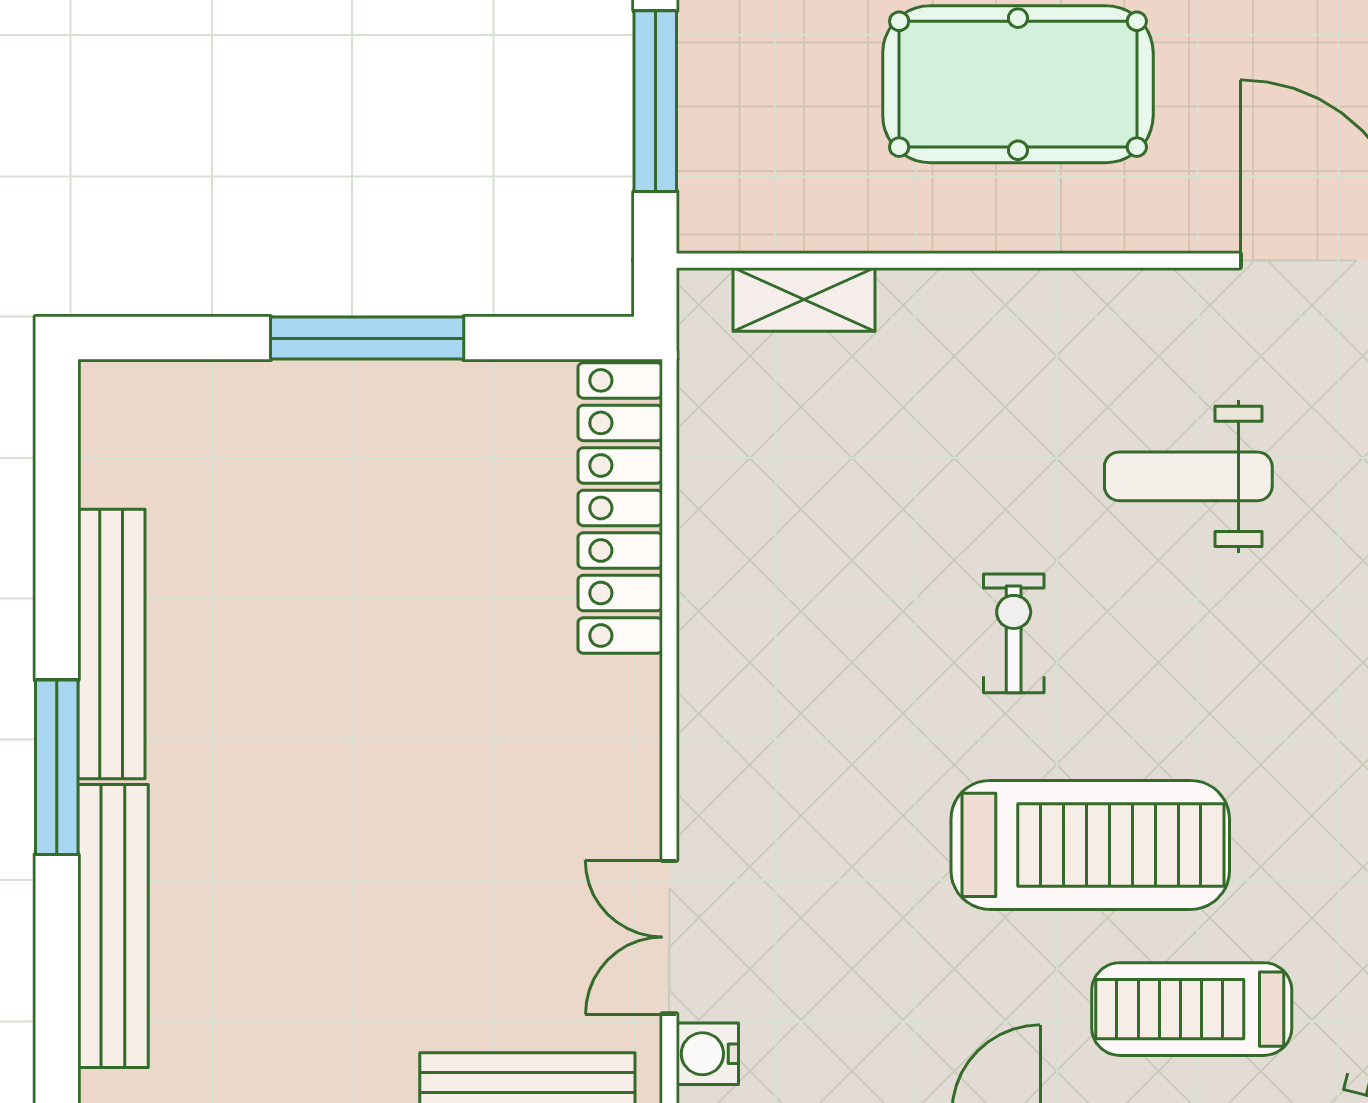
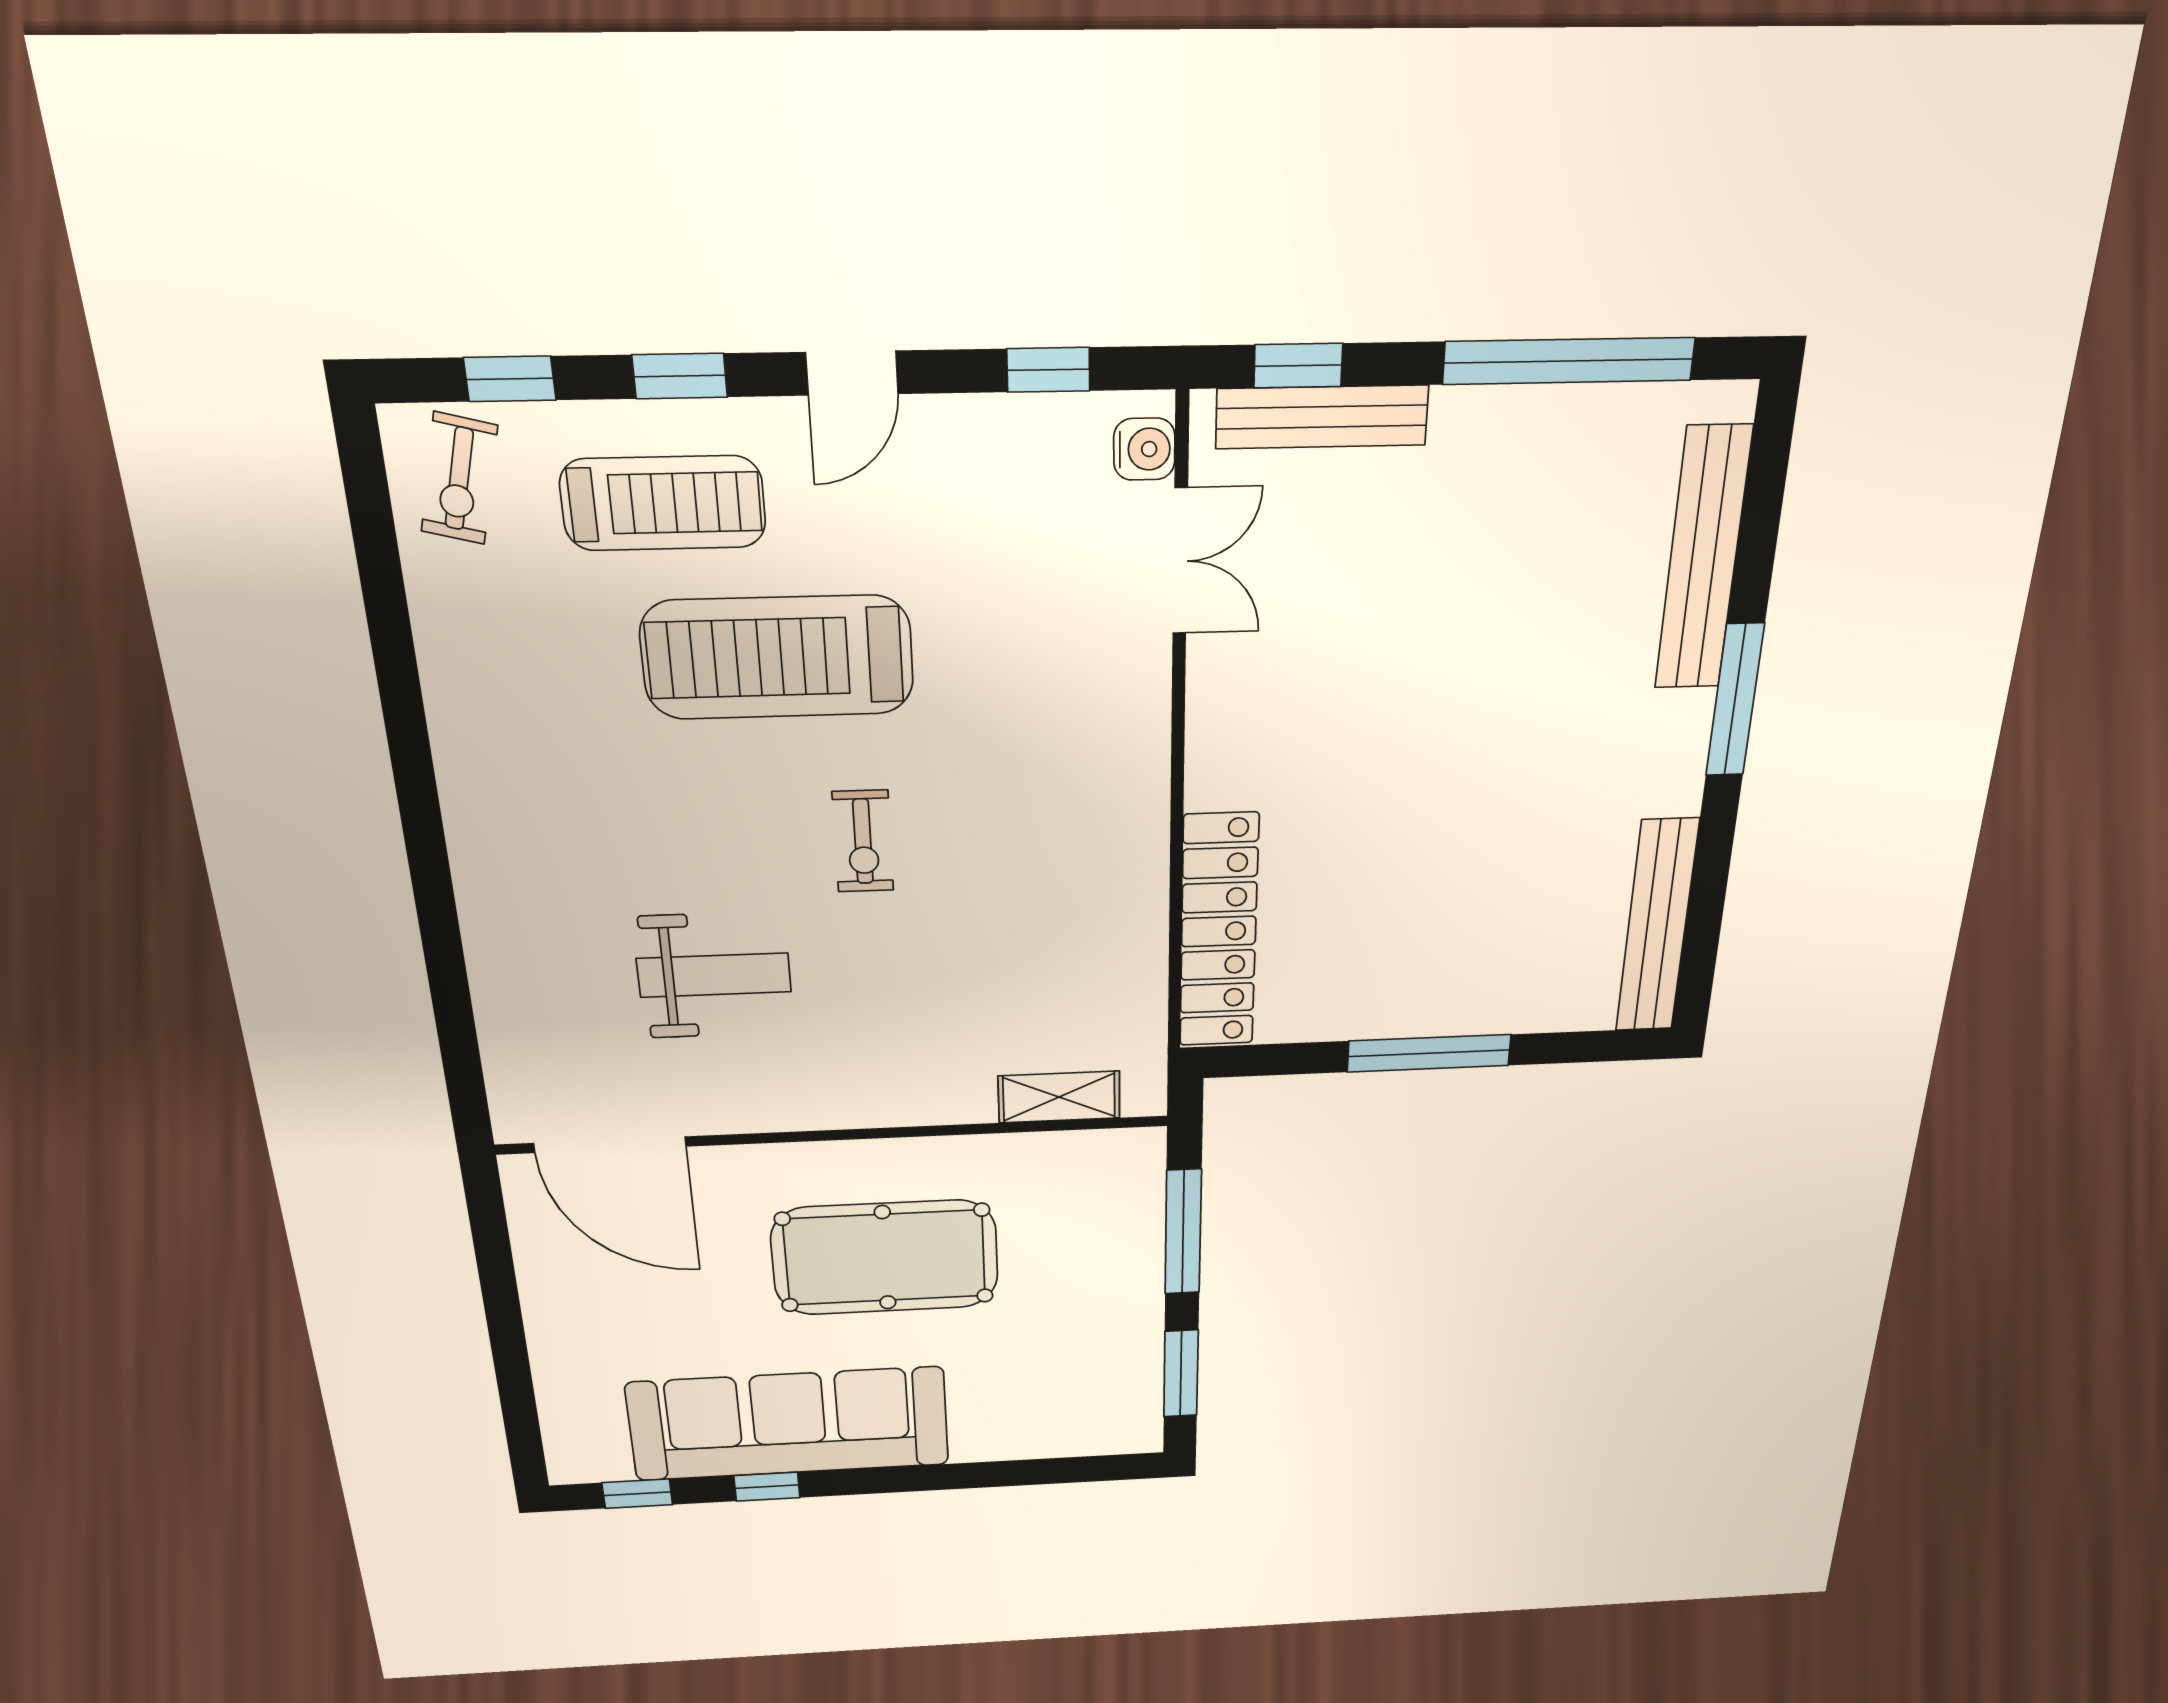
bench: (111, 644) -> (1657, 926), moved

